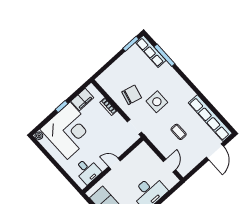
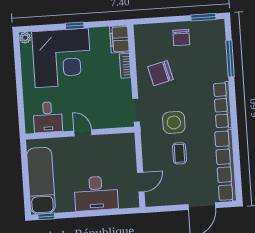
row of seats: (151, 51) -> (223, 105), moved
chair: (127, 65) -> (181, 37), added
chair: (132, 95) -> (160, 73), turned 152
filing cabinet: (82, 99) -> (119, 39), moved, turned 90
side table: (157, 102) -> (174, 122), moved

